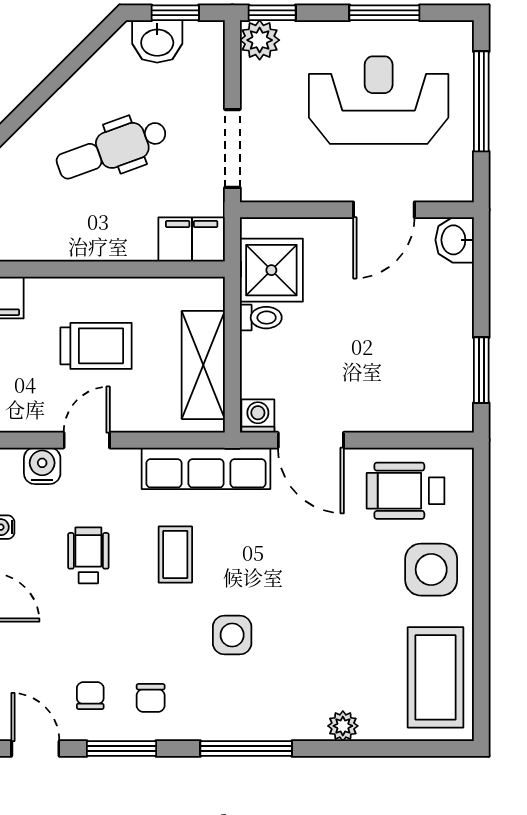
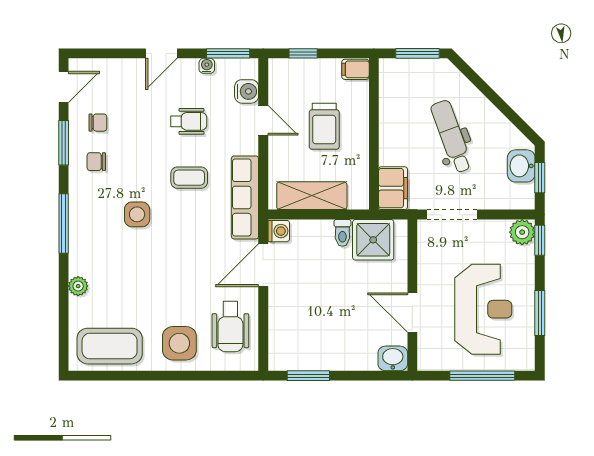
wheelchair: (406, 491) -> (230, 327), turned 180

